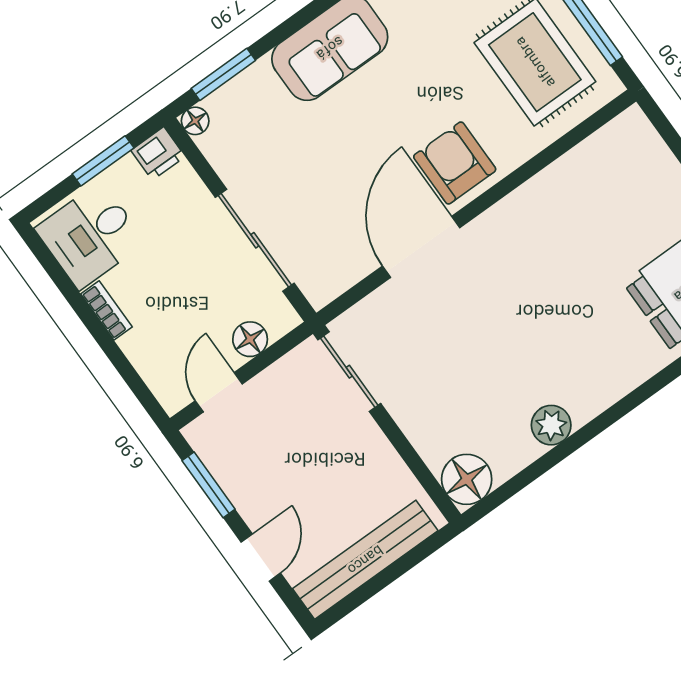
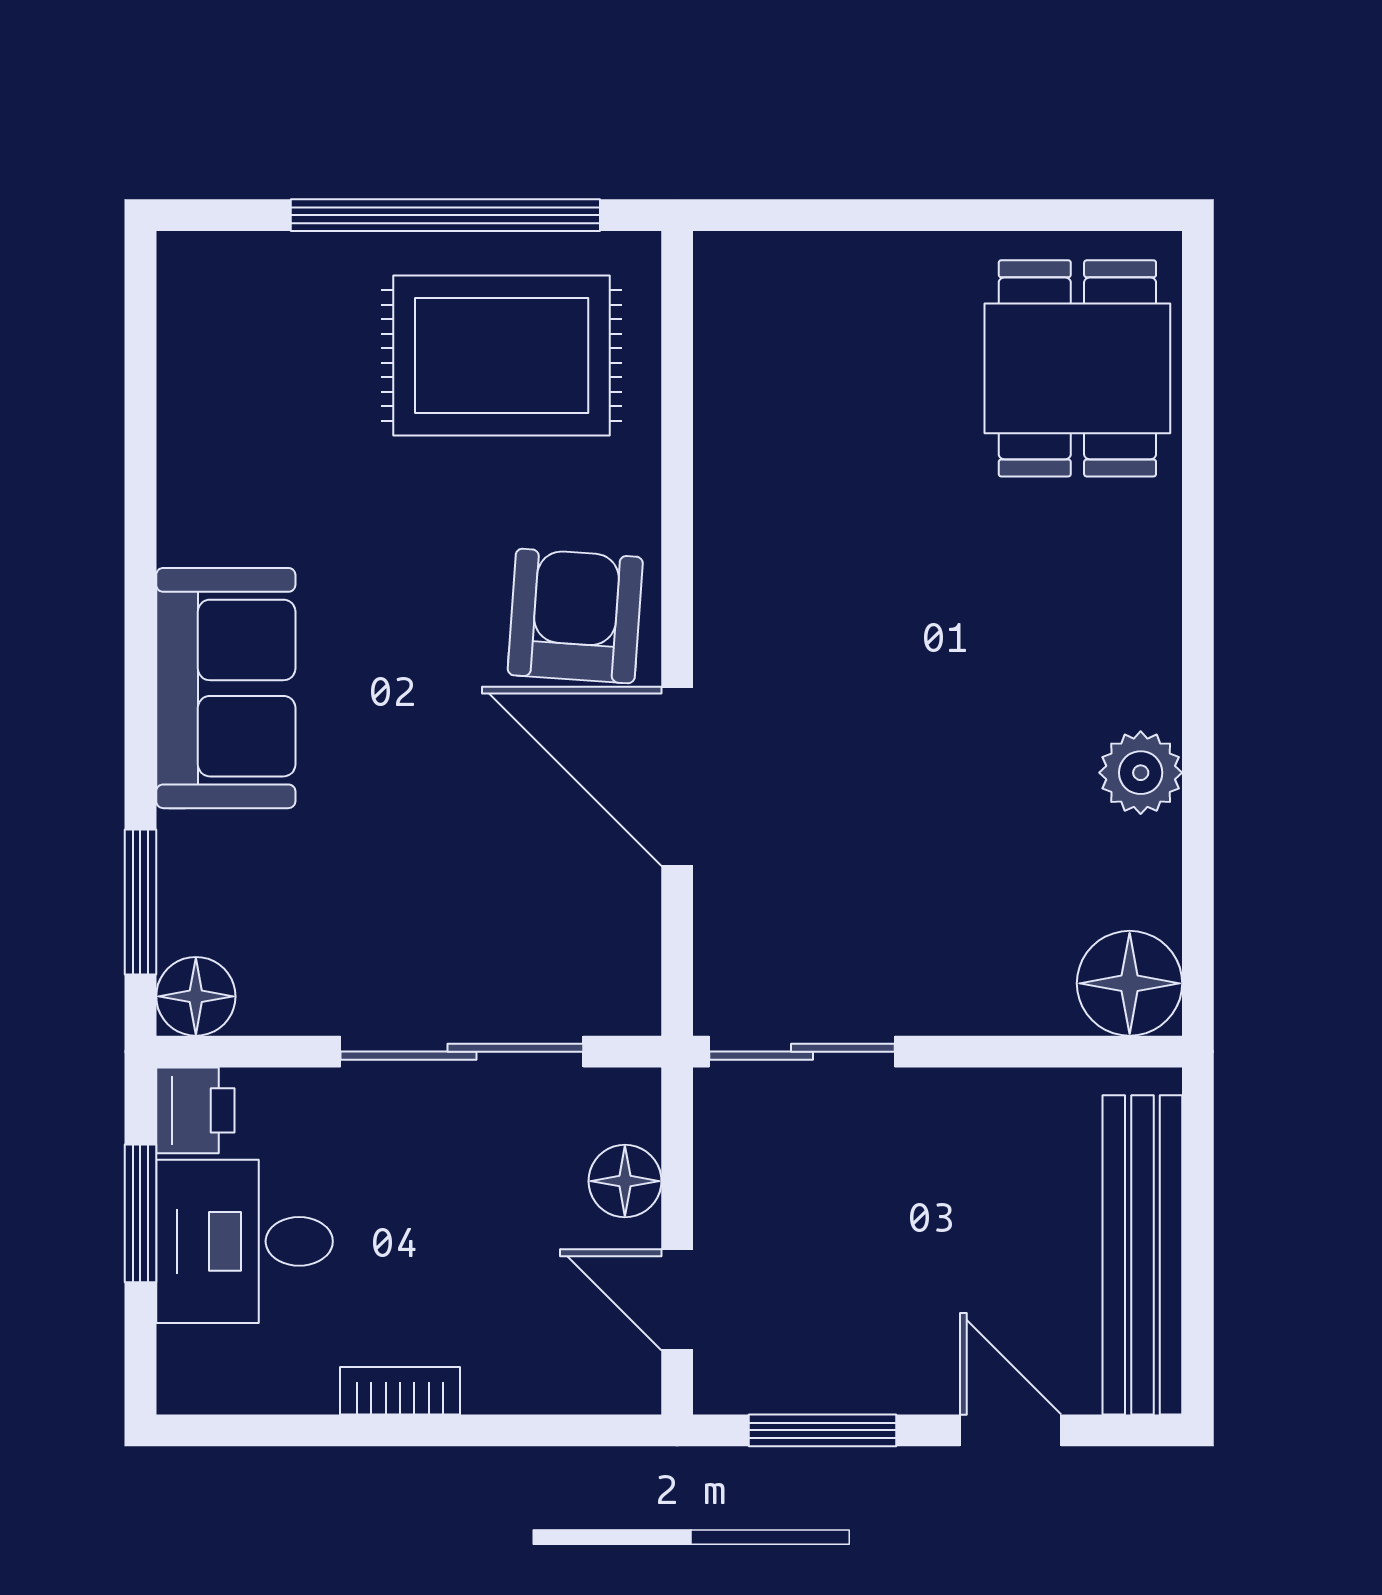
floor lamp: (195, 121) -> (196, 996), width x1.37, depth x1.37
armchair: (455, 163) -> (575, 616), turned 94
desk: (90, 235) -> (244, 1241), moved, turned 90

